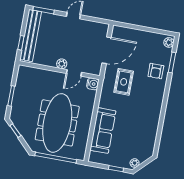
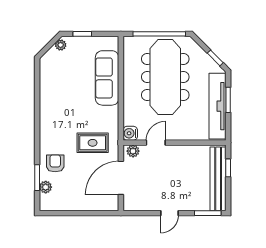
plant: (169, 42) -> (46, 187), moved
plant: (62, 64) -> (133, 151), moved
rug: (124, 82) -> (93, 143), turned 90
tv unit: (20, 93) -> (218, 106), added

